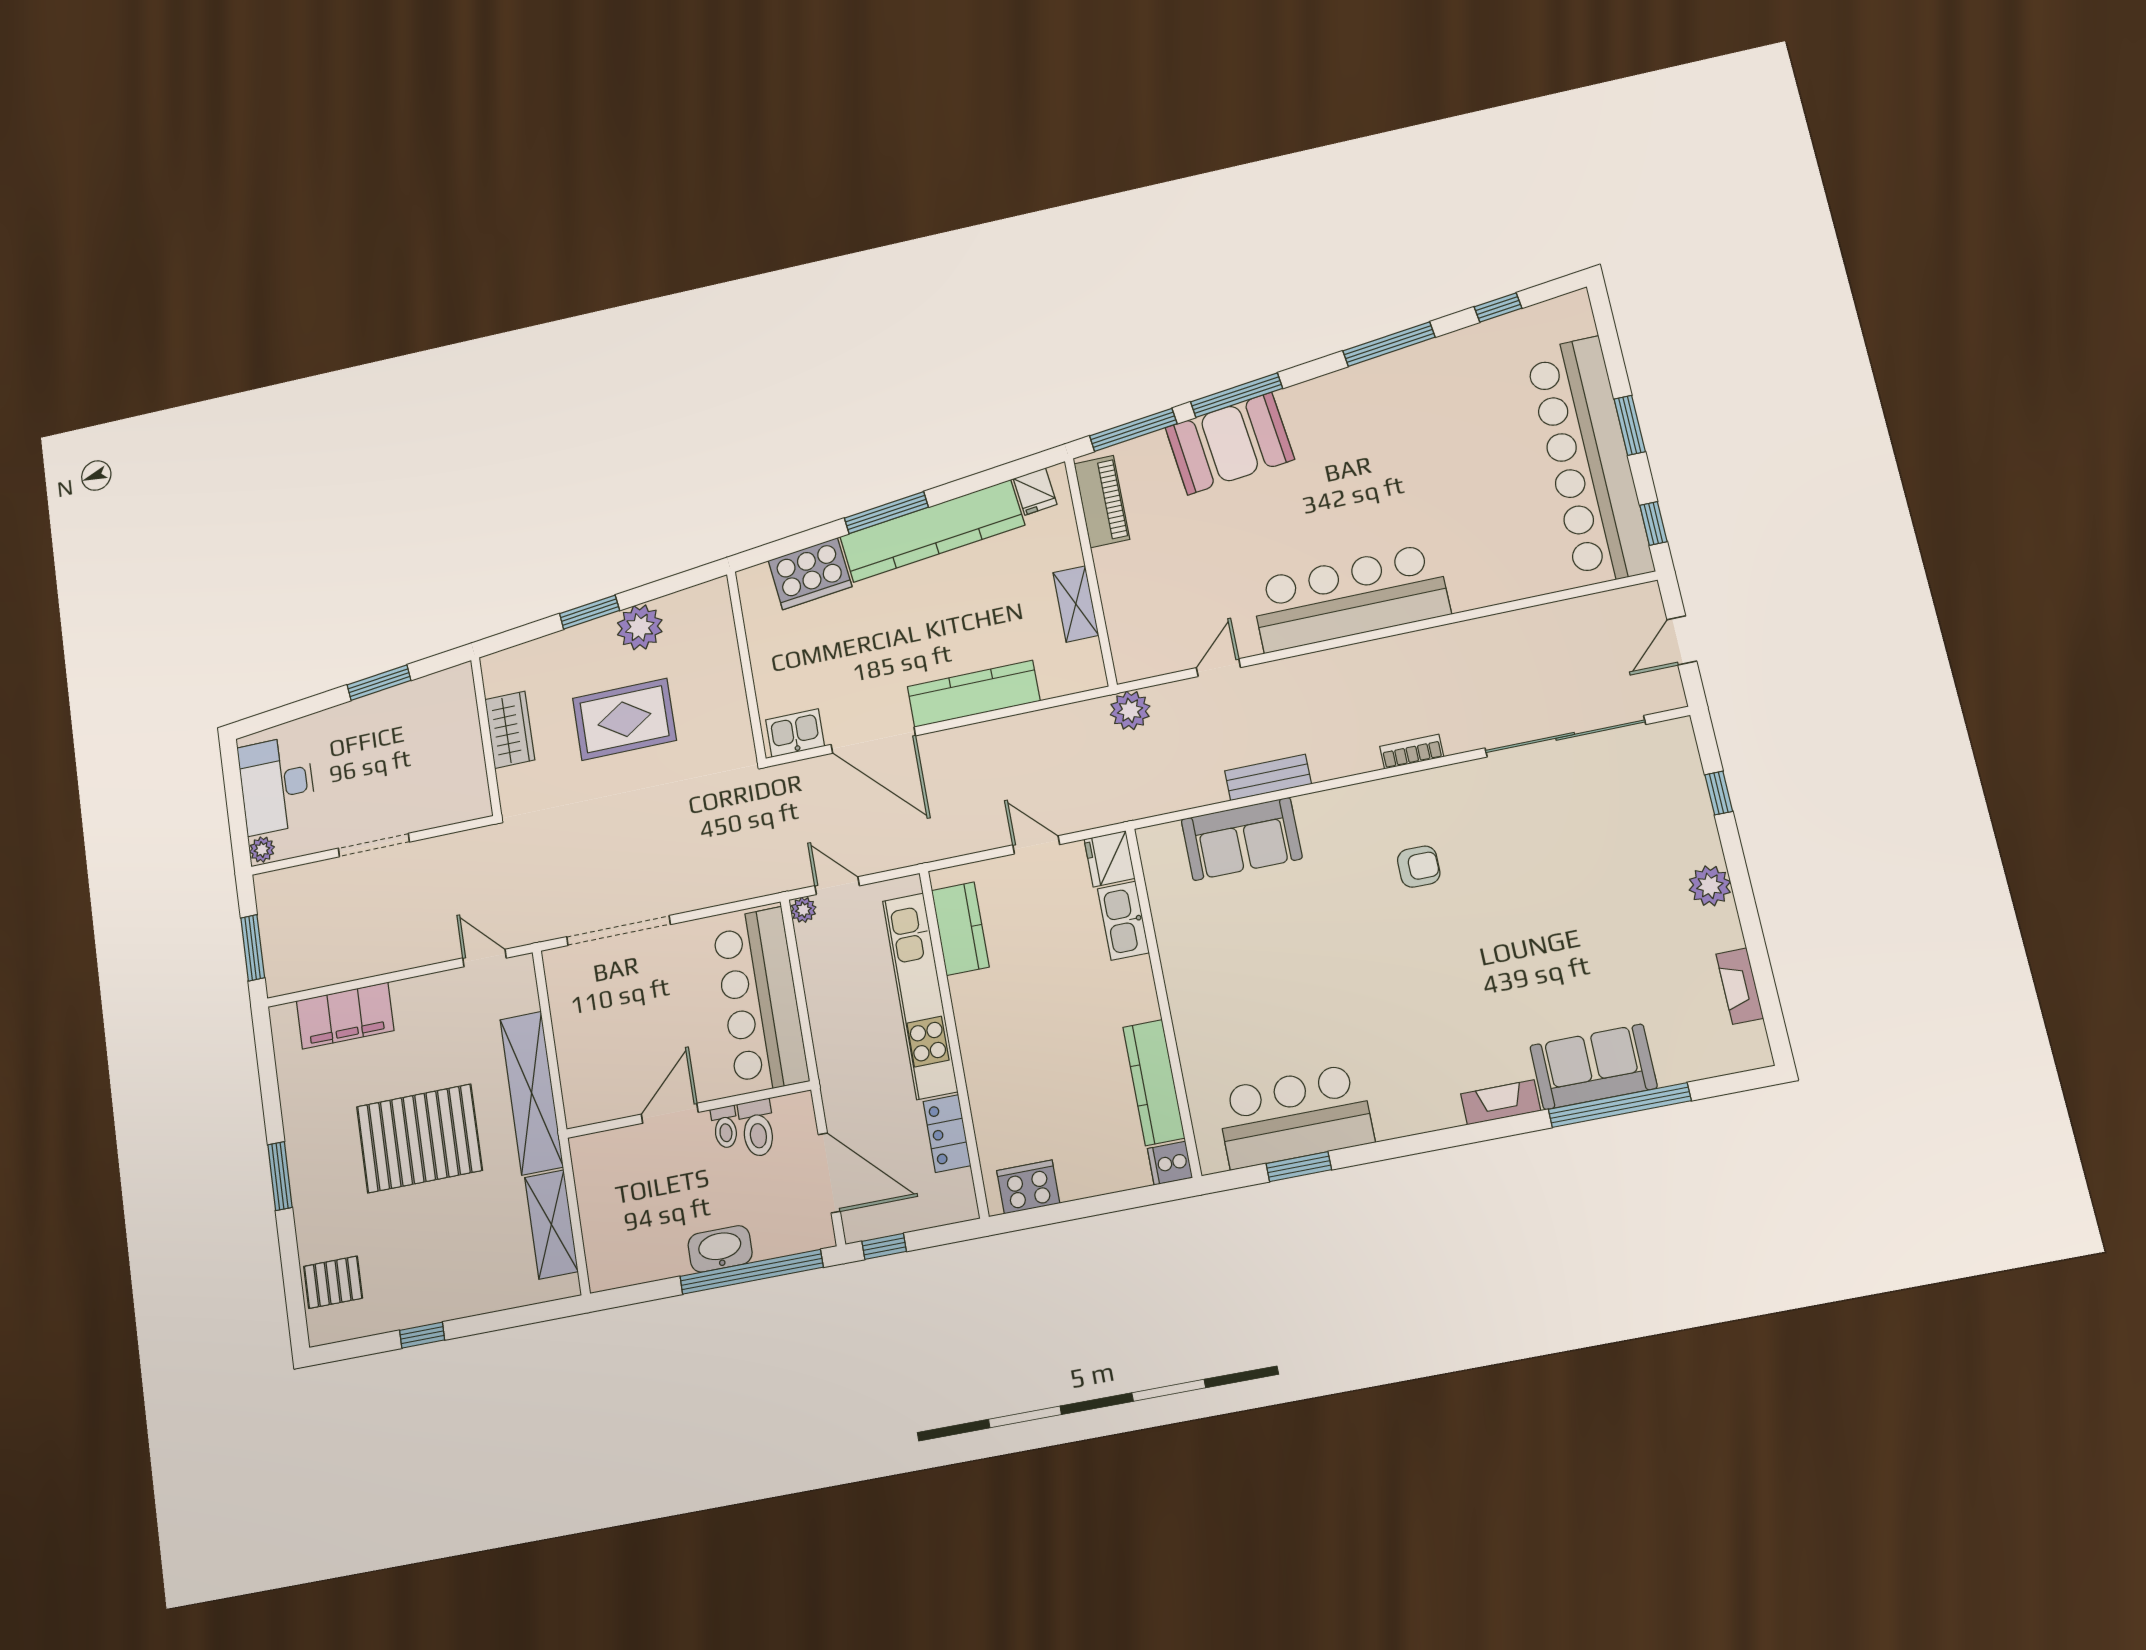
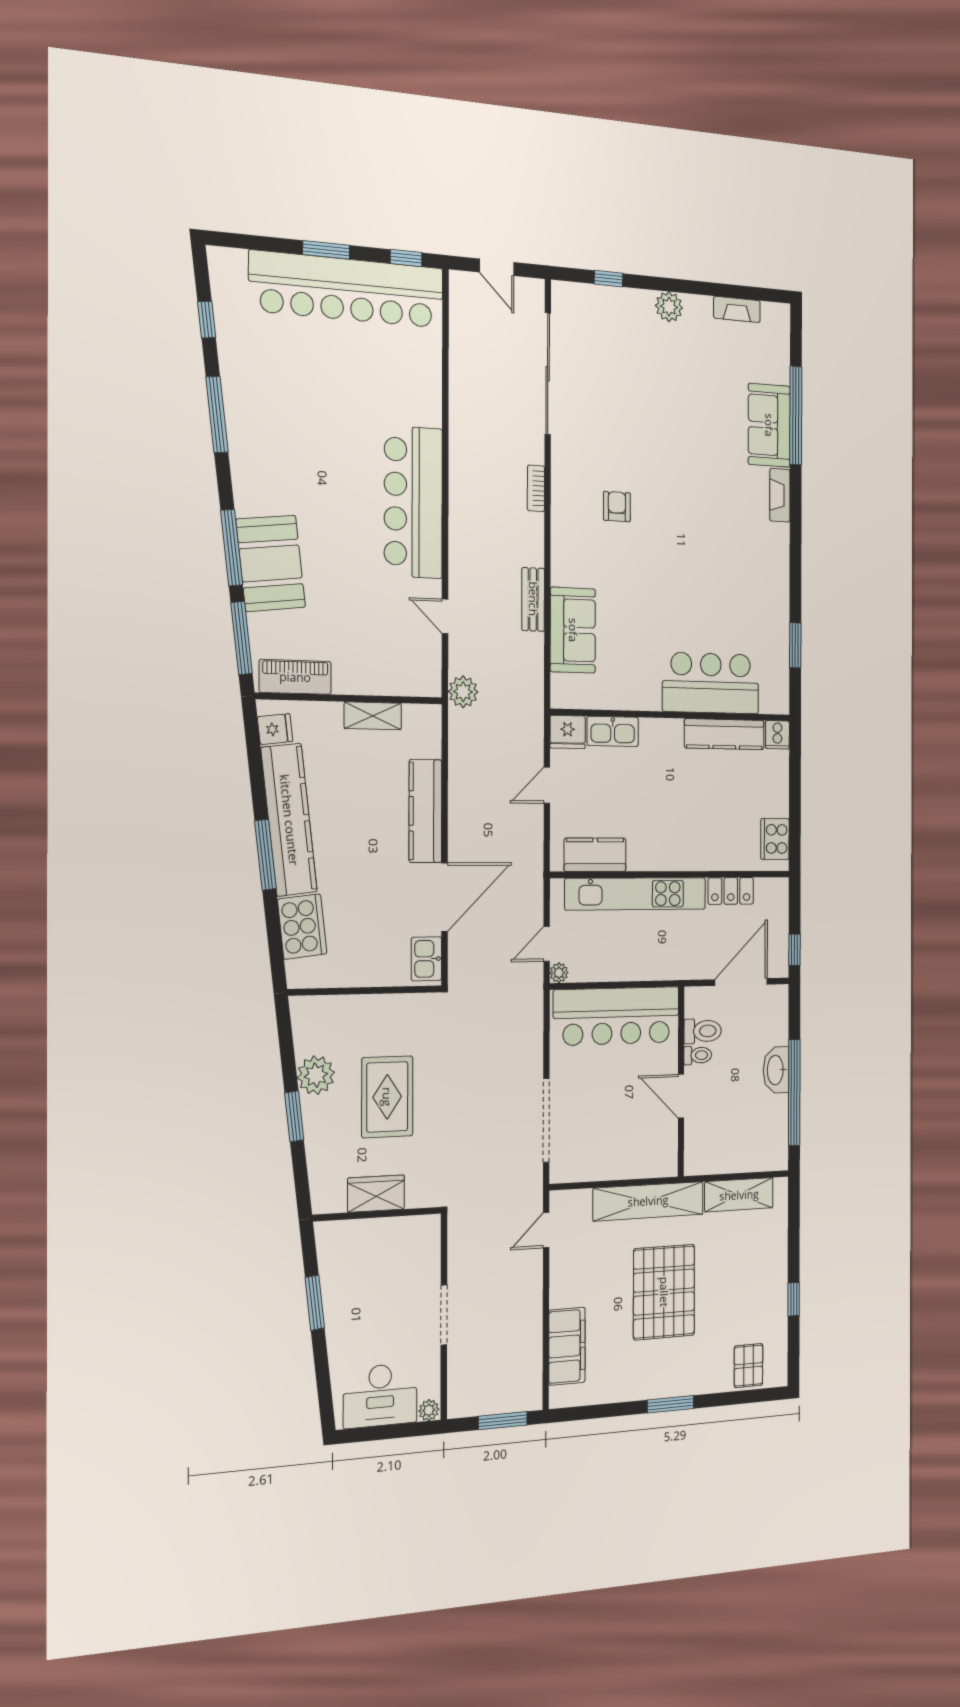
bar counter: (1295, 1116) -> (711, 683), moved, turned 90
window: (751, 1272) -> (794, 1093), moved

